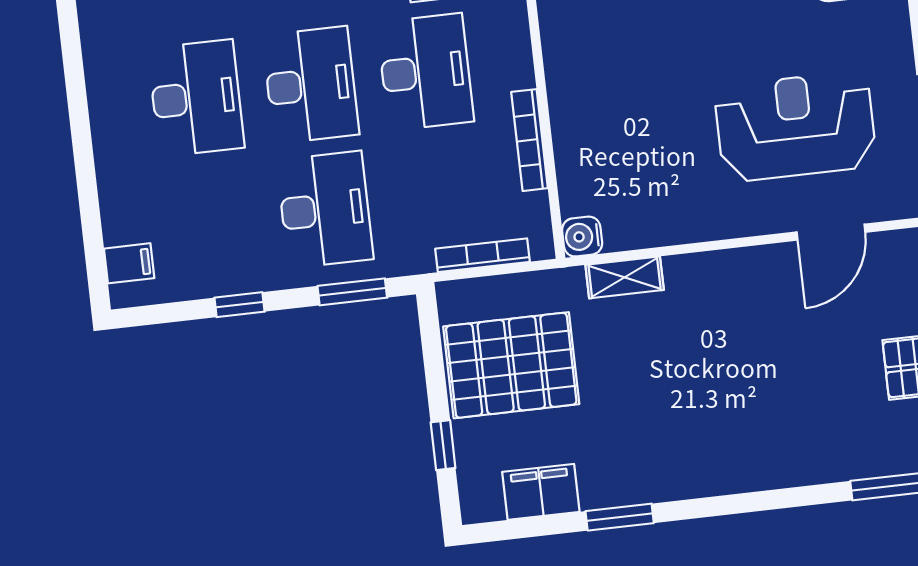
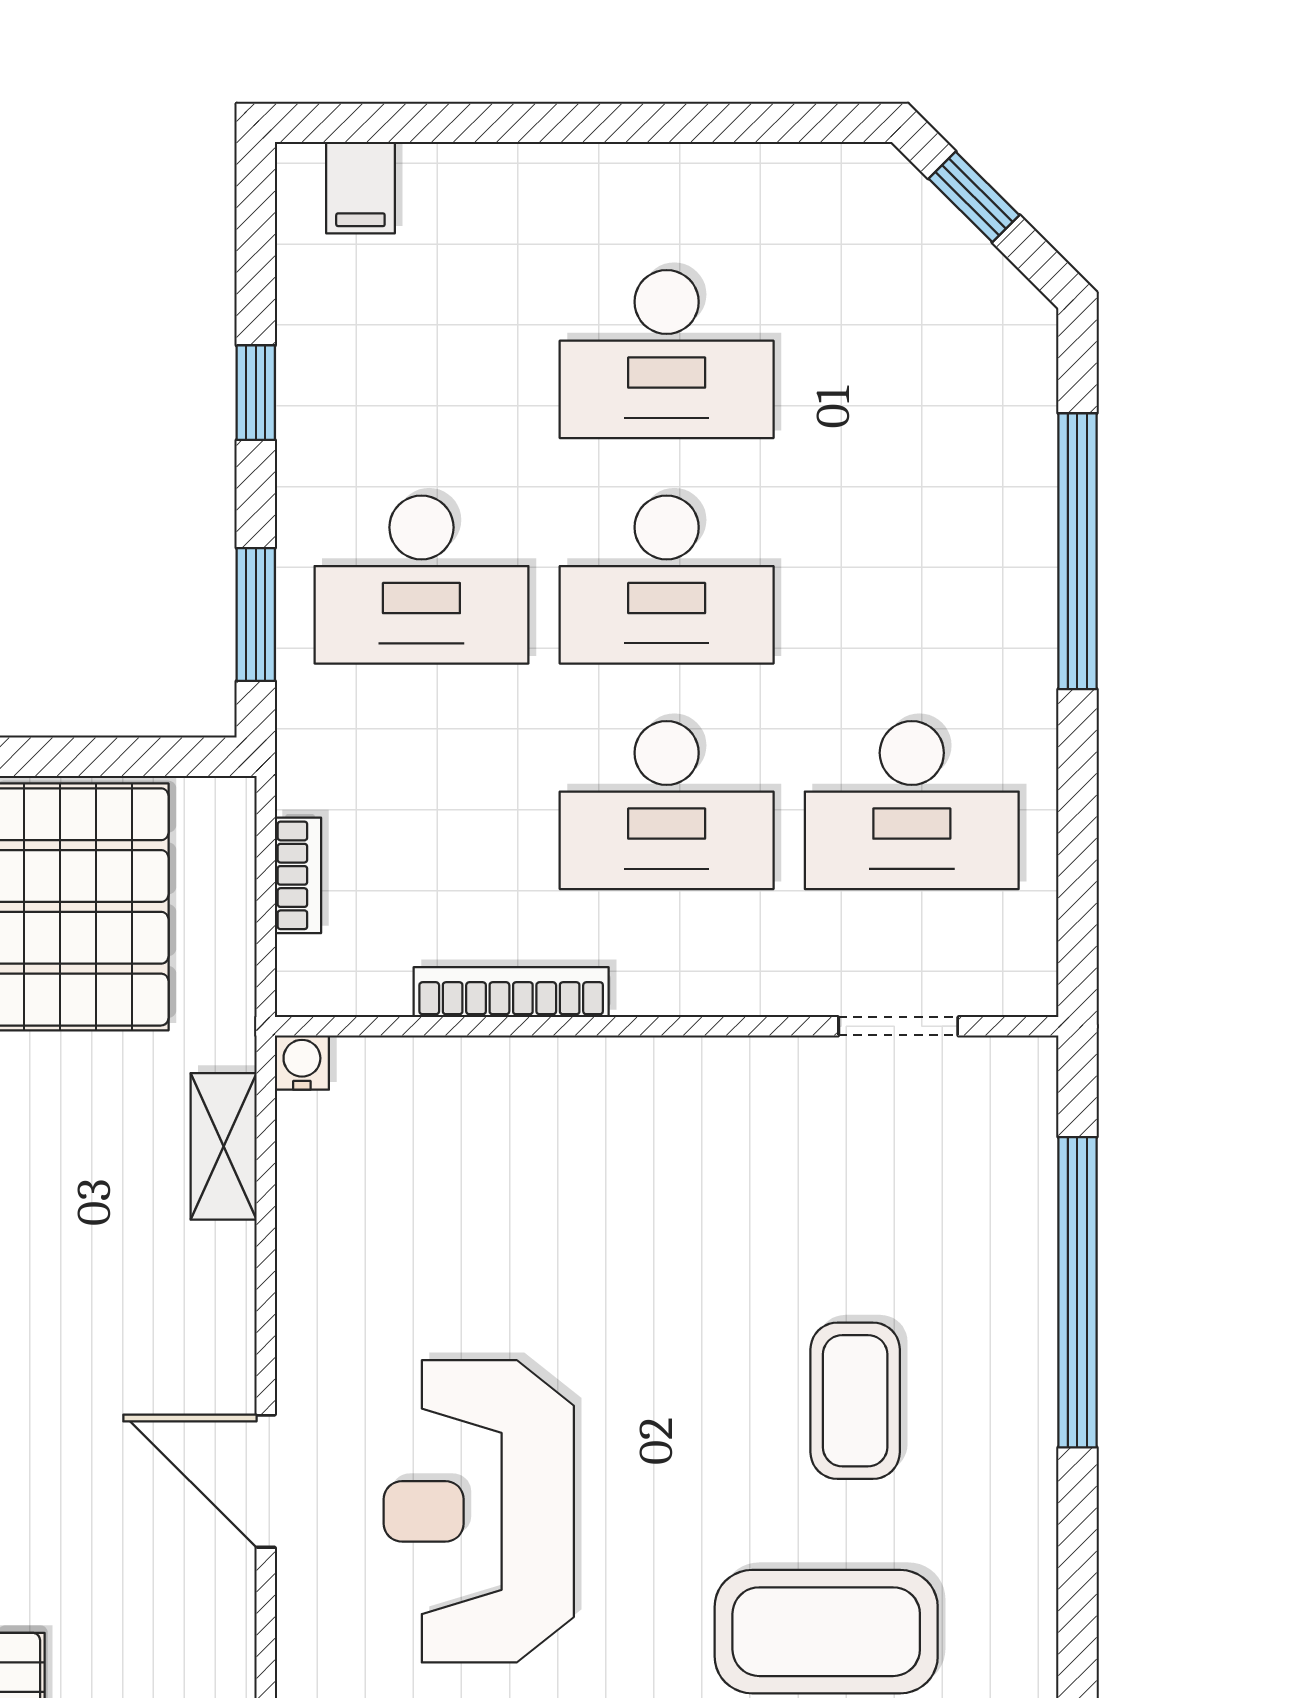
reception desk: (795, 126) -> (479, 1511), turned 180
door: (831, 232) -> (266, 1481), moved
water cooler: (582, 237) -> (302, 1063), width x0.72, depth x0.72
bookcase: (482, 255) -> (298, 875), width x0.64

